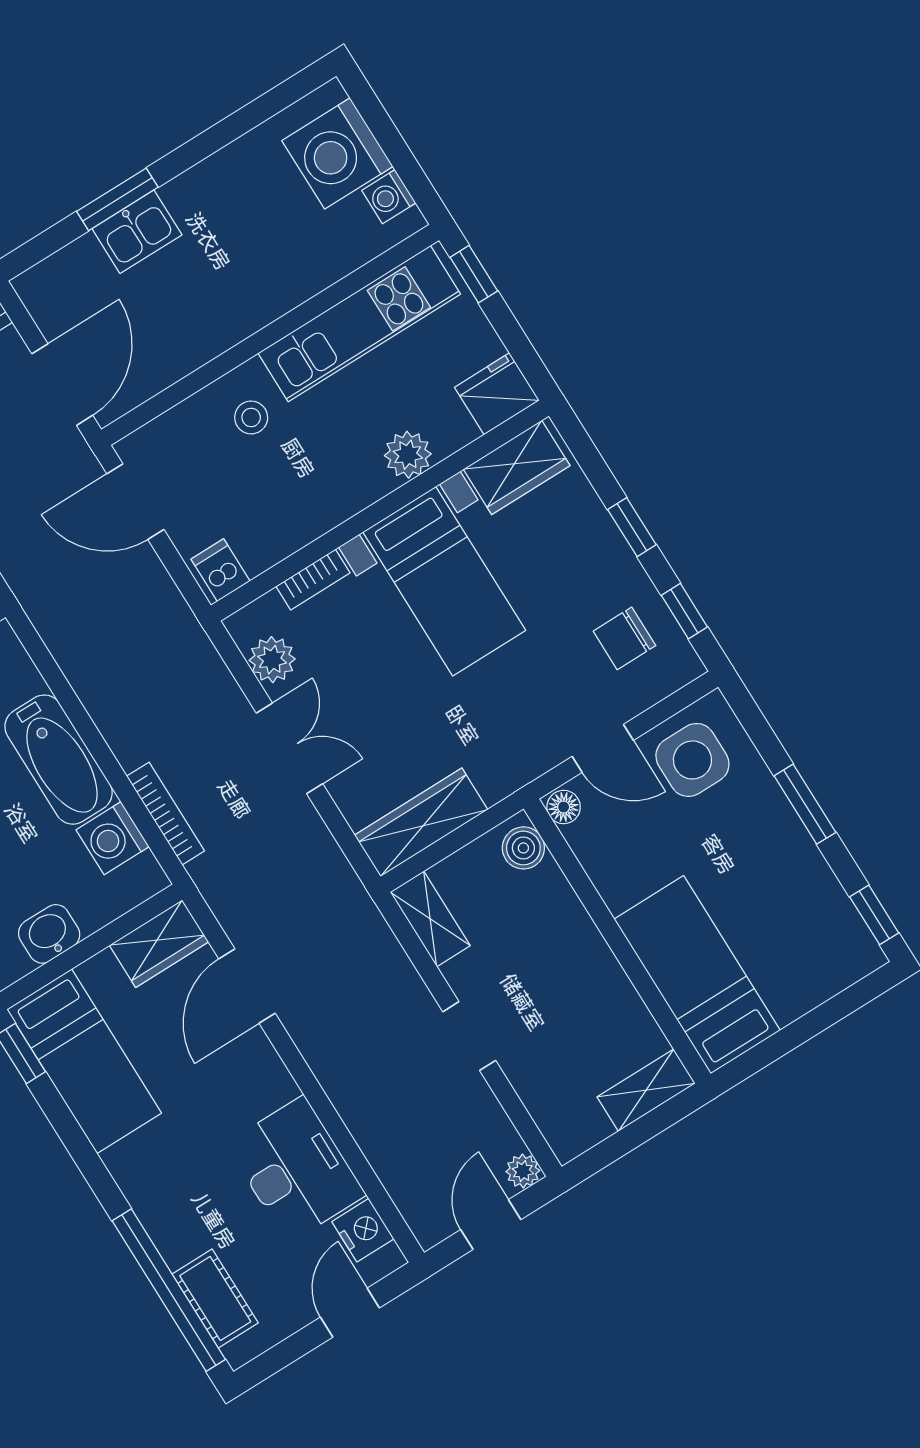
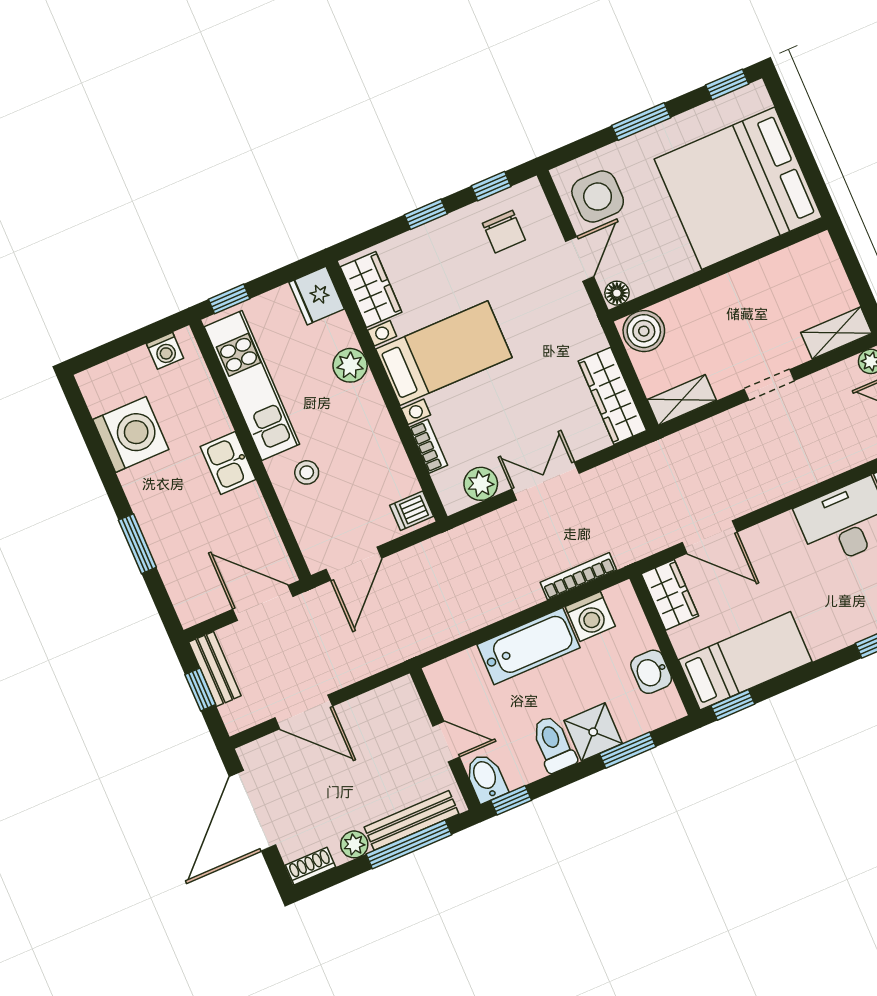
washing machine: (337, 153) -> (131, 434), moved, turned -90
kitchen sink: (137, 232) -> (228, 463), moved, turned 180
boiler: (523, 848) -> (644, 331), width x1.36, depth x1.36
bed: (697, 975) -> (738, 188), width x2.04
shelving: (646, 1090) -> (836, 333), moved, turned 90

